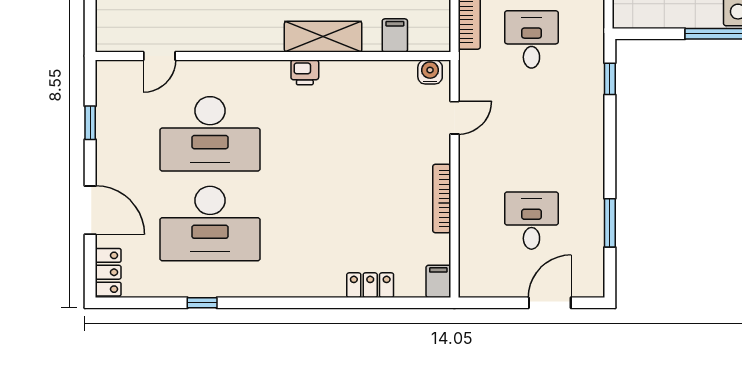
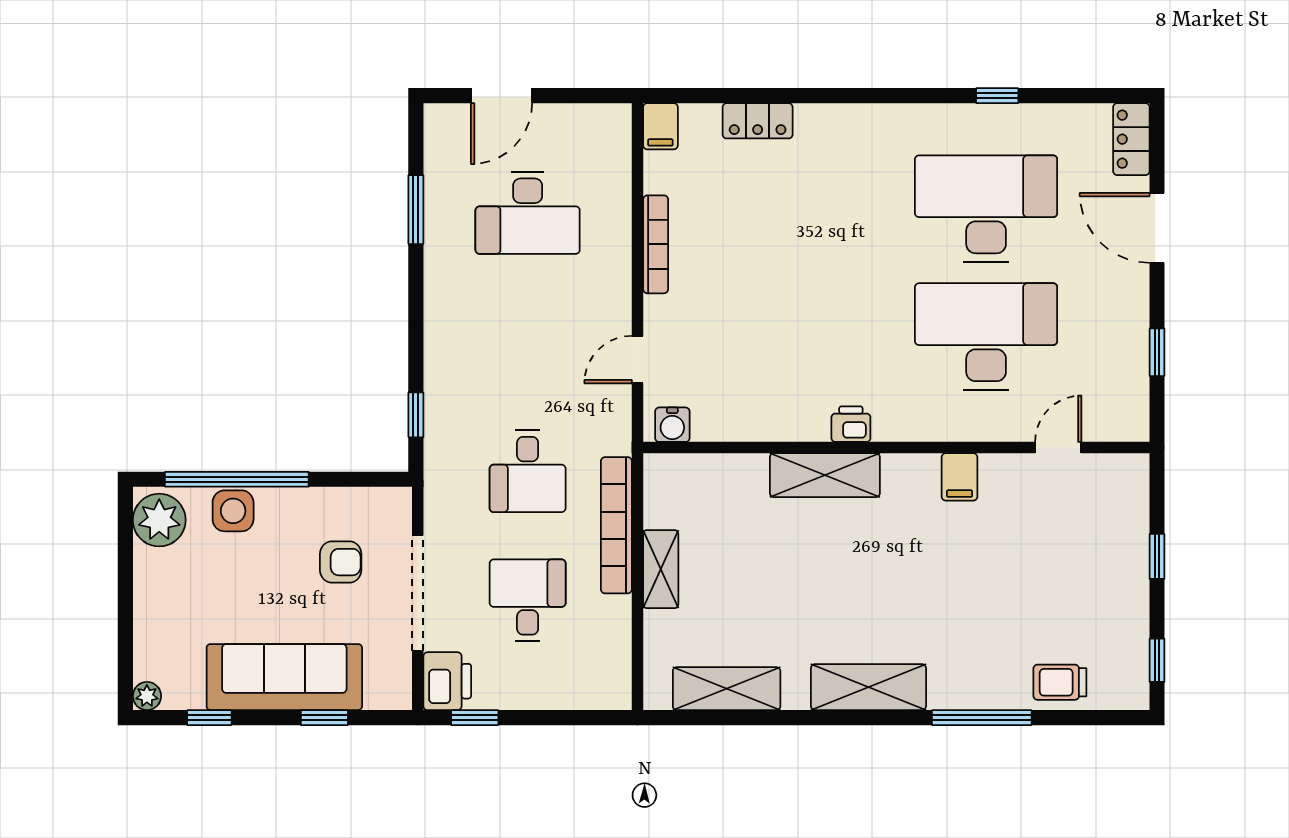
filing cabinet: (395, 35) -> (960, 477), moved
desk: (531, 221) -> (528, 213), width x1.37

